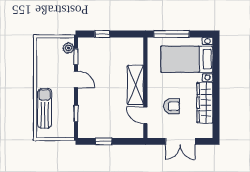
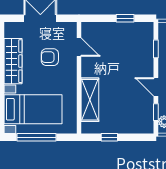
window: (102, 34) -> (109, 137), moved
window: (172, 34) -> (36, 137), moved
shelving: (136, 85) -> (90, 100), moved

